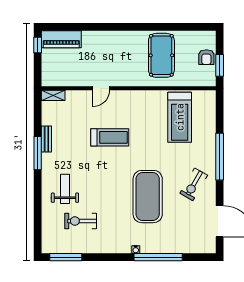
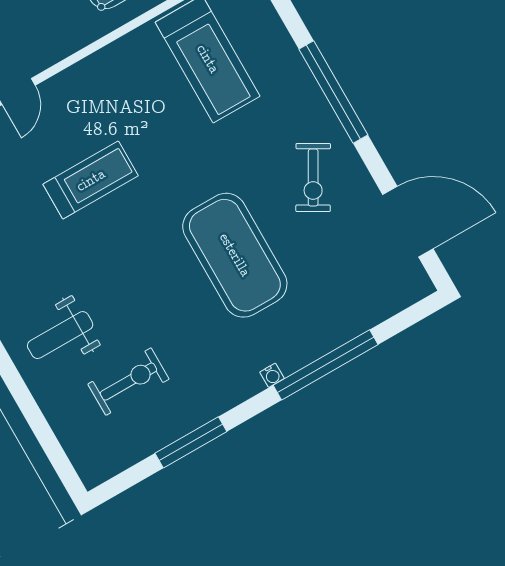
weight bench: (65, 189) -> (60, 335), turned -90
exercise bike: (81, 221) -> (128, 382), turned 180
window: (66, 257) -> (191, 442), moved

